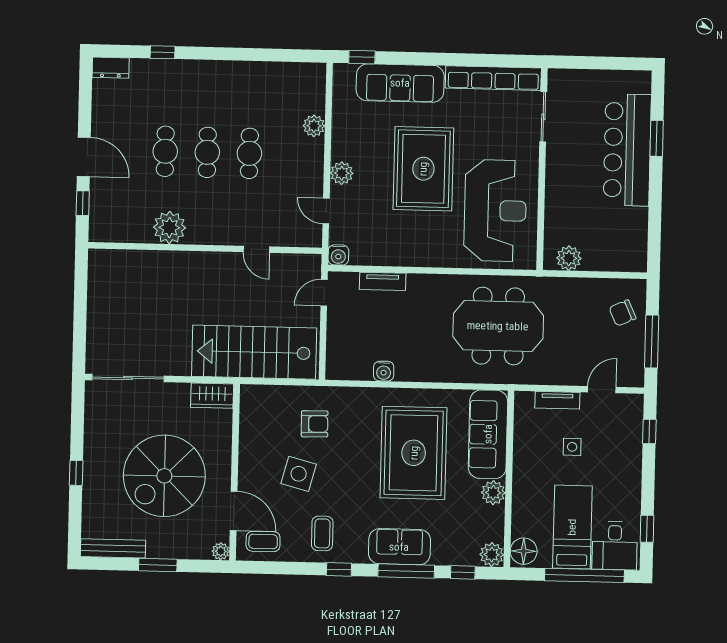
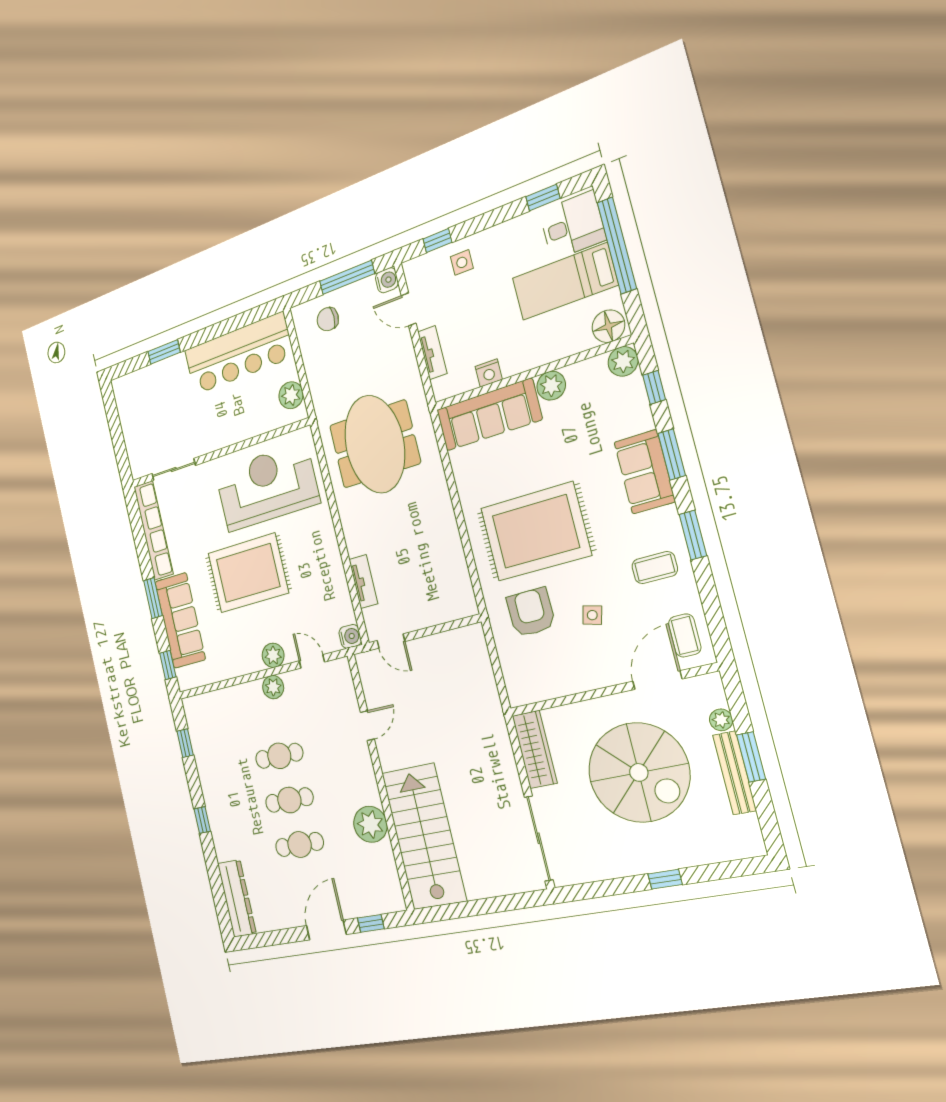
window: (163, 52) -> (202, 820), moved
window: (284, 55) -> (185, 743), added
window: (429, 59) -> (153, 598), added
dresser: (111, 68) -> (237, 898), width x1.96, depth x1.24
plant: (314, 126) -> (273, 687), moved
bar counter: (627, 150) -> (238, 354), moved
door: (326, 211) -> (312, 661), swing flipped
chair: (623, 313) -> (328, 319), turned 114
stairs: (254, 352) -> (424, 836), moved, turned 180
water cooler: (384, 371) -> (387, 280), moved
wardrobe: (212, 396) -> (535, 749), width x1.50
armchair: (315, 424) -> (531, 612), width x1.38, depth x1.38
nightstand: (522, 444) -> (489, 373), added
side table: (572, 447) -> (462, 262), moved
rug: (414, 453) -> (536, 532), moved
side table: (299, 474) -> (592, 615), width x0.54, depth x0.54
bench: (113, 548) -> (735, 773), moved
plant: (221, 551) -> (721, 720), moved
window: (339, 569) -> (693, 535), width x1.50
window: (406, 571) -> (672, 454), width x0.69

